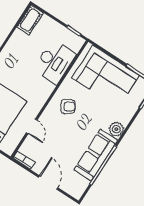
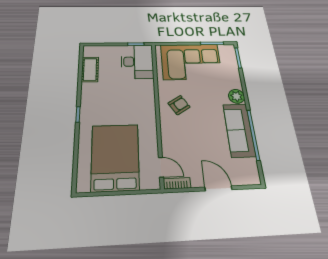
cot: (30, 20) -> (90, 69), moved
desk: (54, 62) -> (137, 62), moved
door: (32, 126) -> (161, 167), moved

